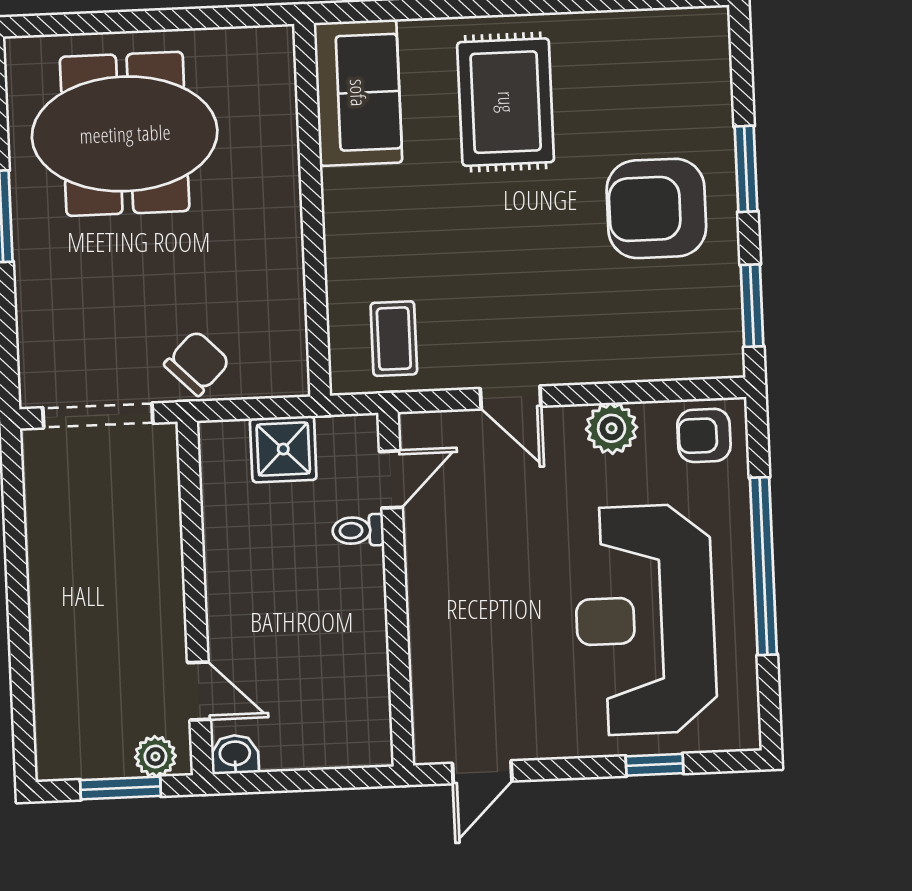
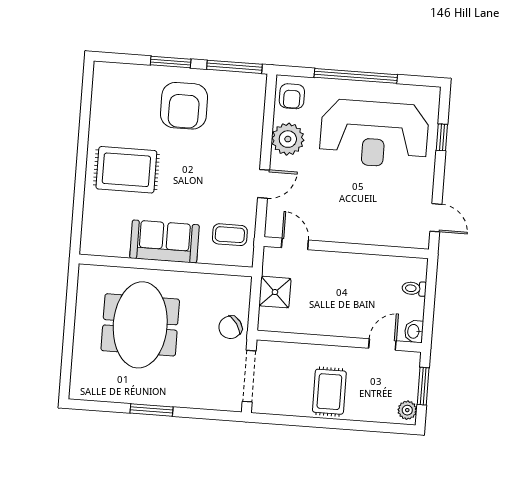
sofa: (358, 93) -> (164, 242), moved
meeting table: (125, 134) -> (140, 325), moved
window: (752, 306) -> (234, 67), width x1.44
chair: (197, 363) -> (230, 327), turned -80
plant: (612, 428) -> (288, 139), width x1.36, depth x1.36
toilet: (358, 530) -> (414, 288), moved, turned 90
rug: (85, 590) -> (329, 392), added
plant: (155, 756) -> (407, 410), moved

